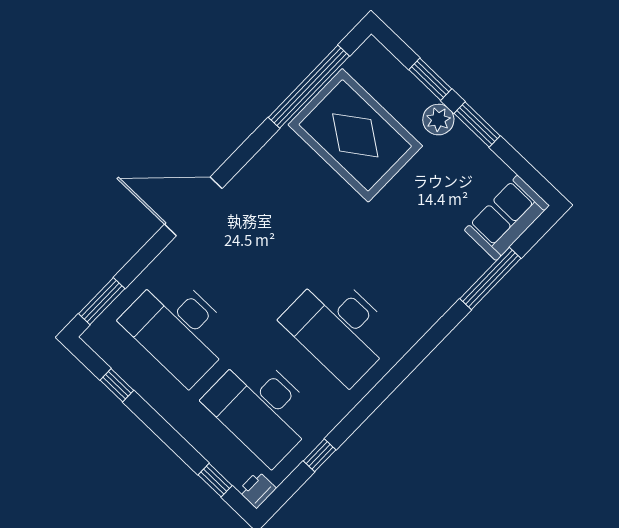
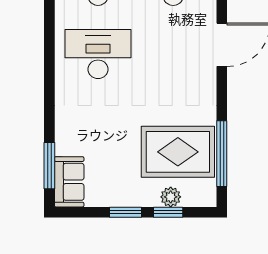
plant: (438, 120) -> (171, 197), moved
window: (490, 278) -> (49, 166), moved

